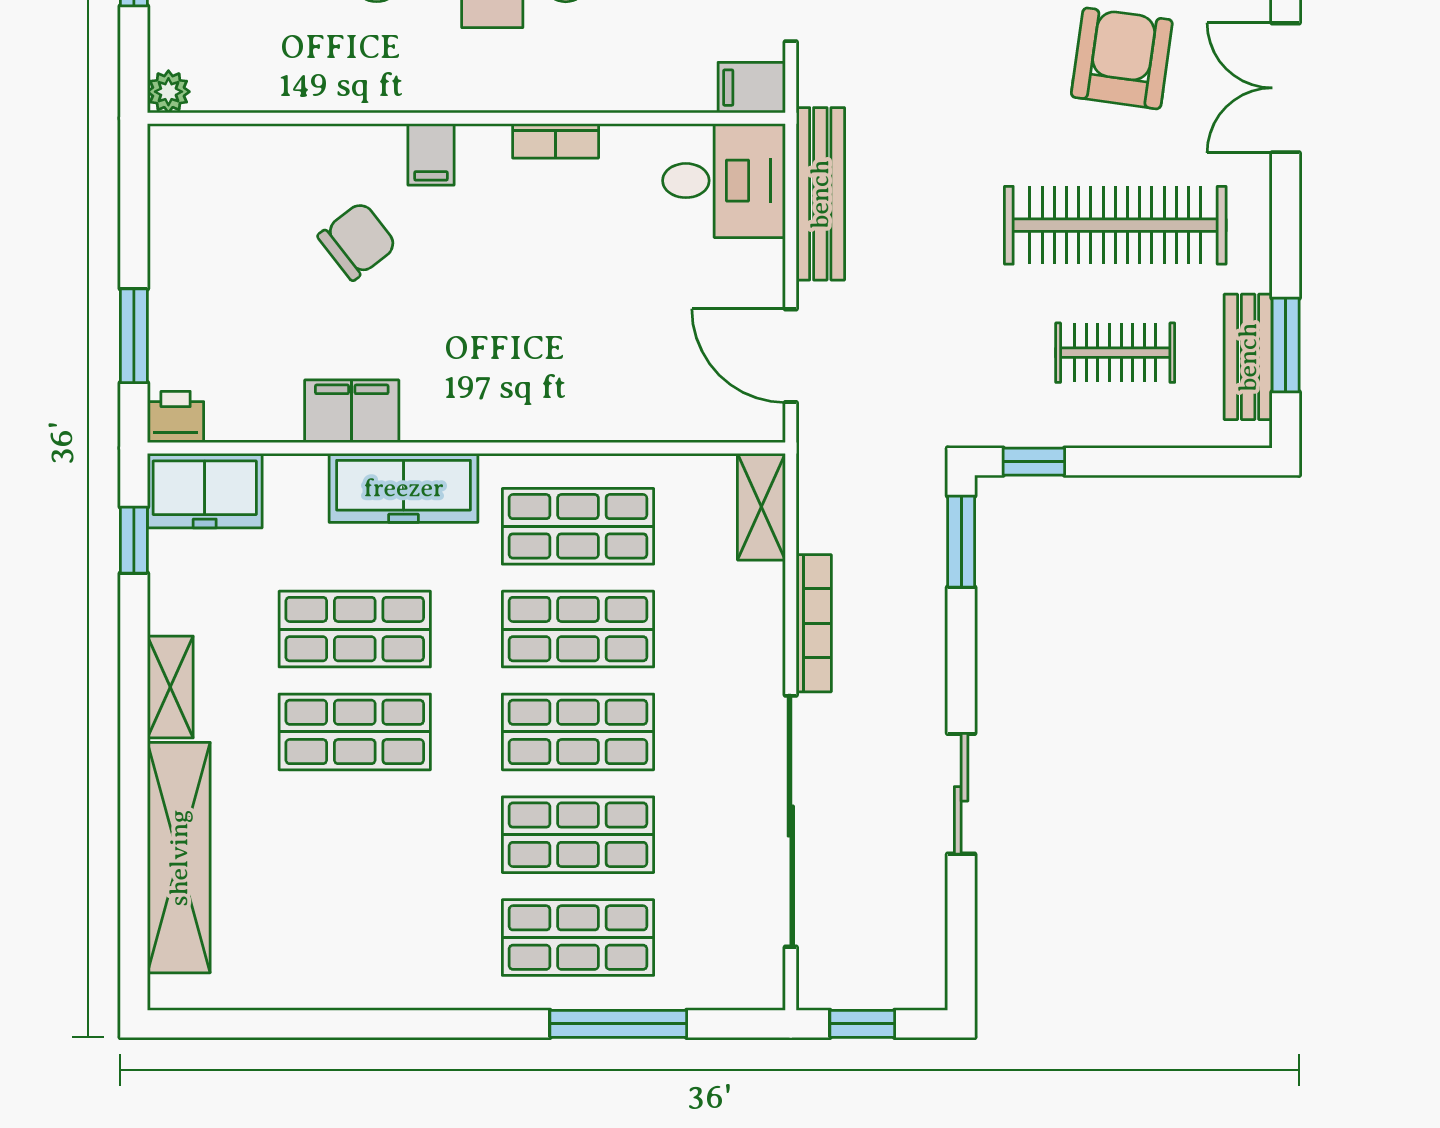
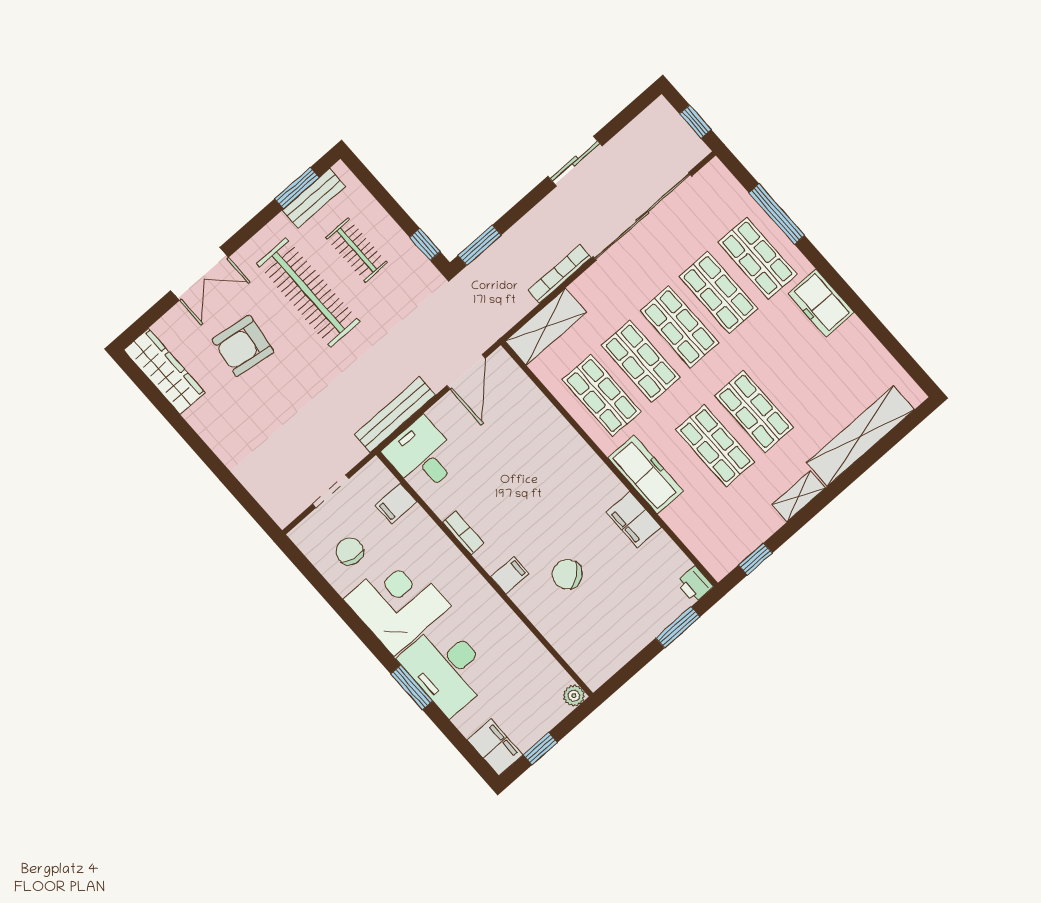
filing cabinet: (752, 88) -> (396, 503), moved, turned 90
freezer: (205, 491) -> (821, 303), moved, turned 180
shelving: (761, 507) -> (546, 327), width x1.50, depth x1.33

